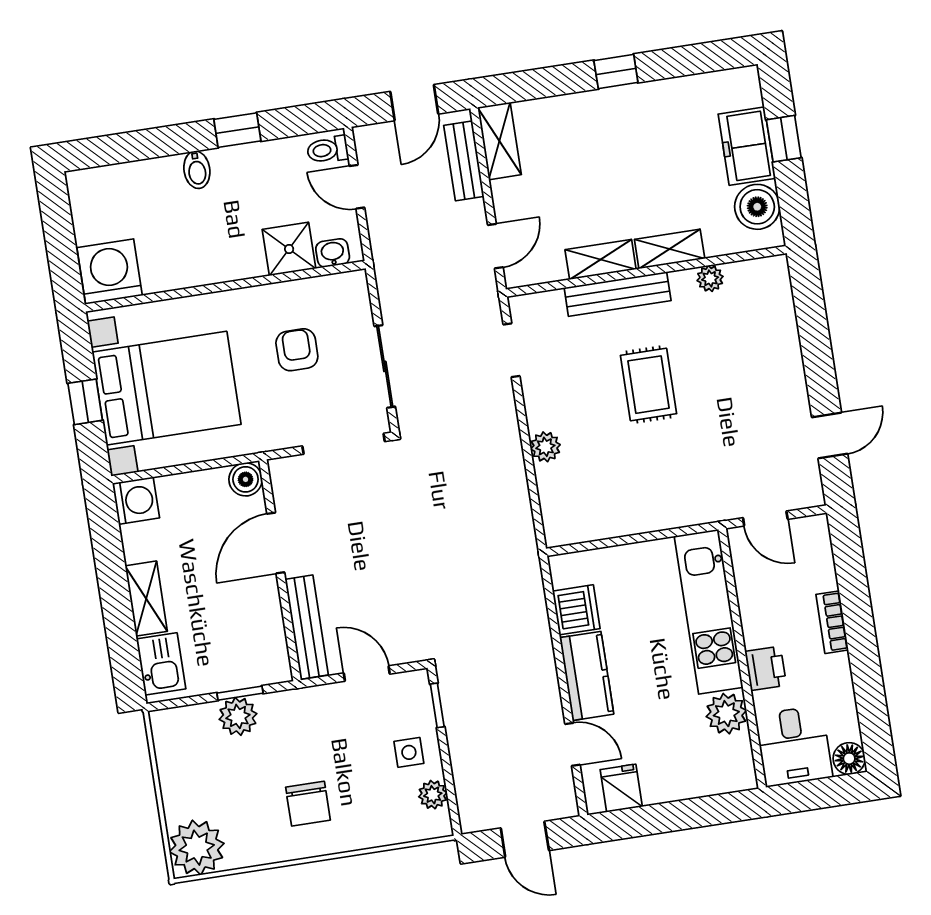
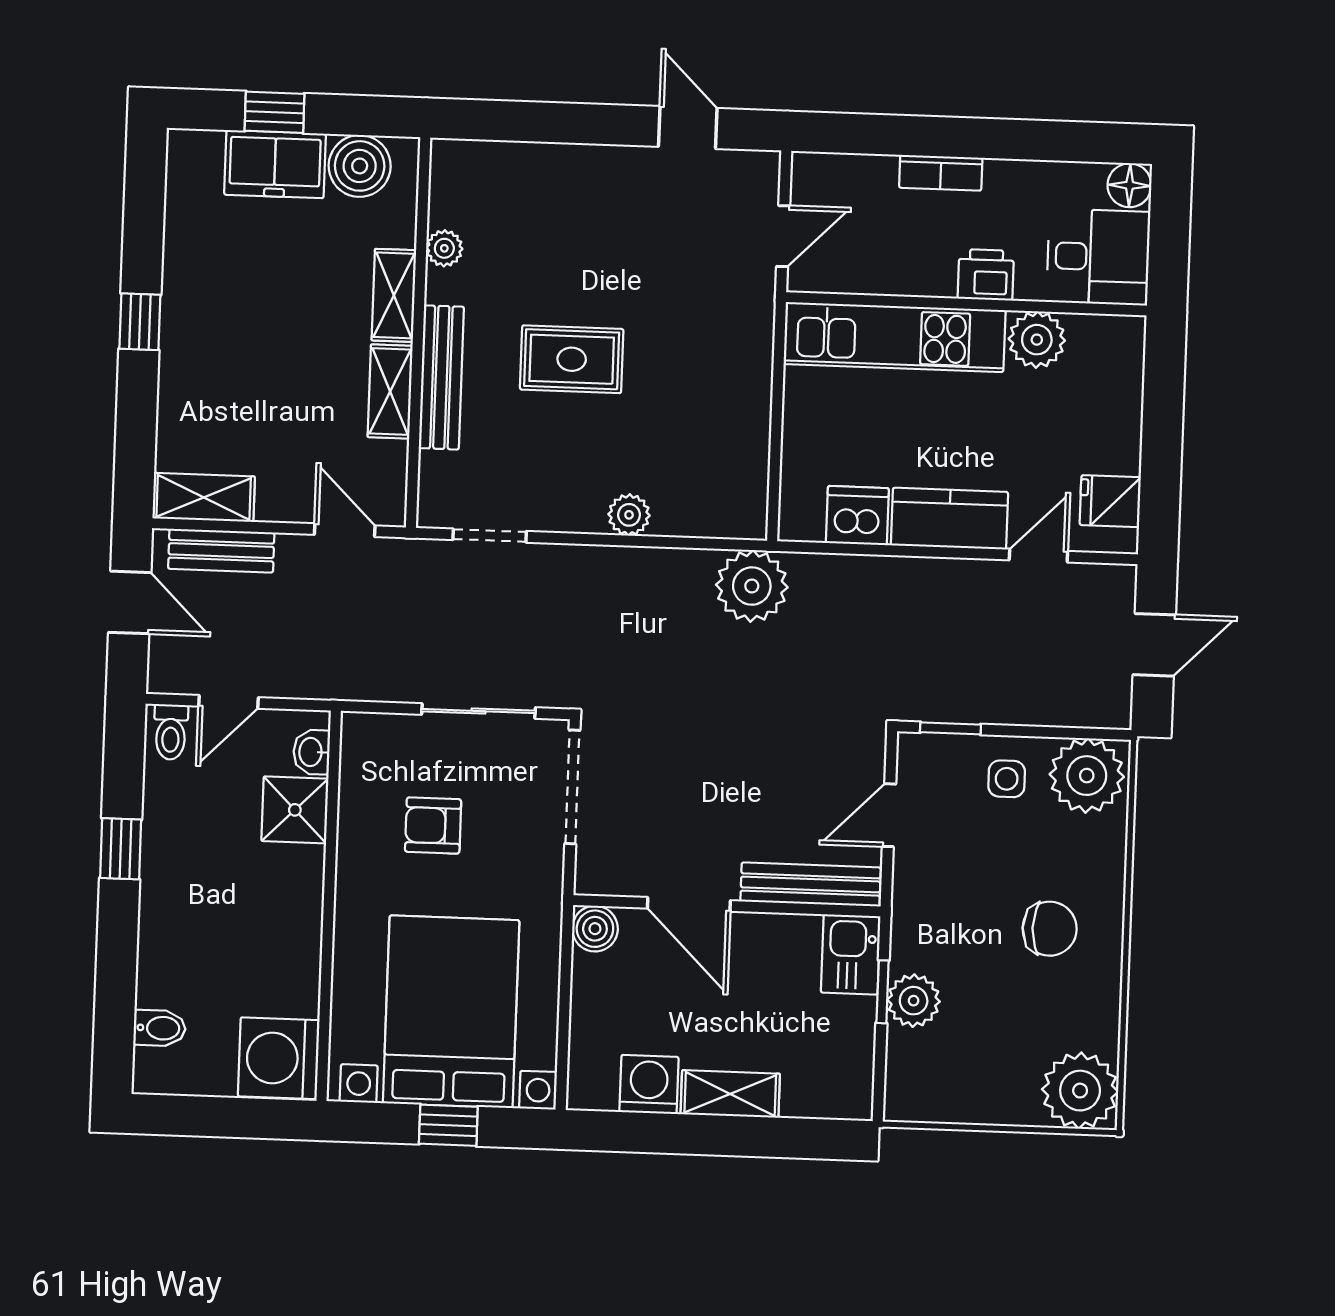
bidet: (197, 170) -> (160, 1028), moved
washing machine: (136, 501) -> (649, 1084), moved
plant: (511, 544) -> (752, 586), added
kitchen sink: (161, 664) -> (851, 954), moved, turned -90
plant: (433, 795) -> (1087, 776), width x1.87, depth x1.87

